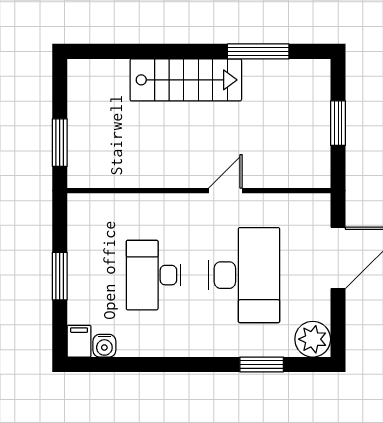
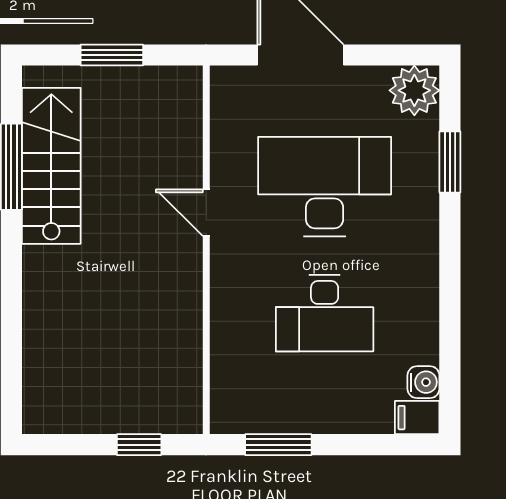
stairs: (186, 80) -> (51, 166), moved
window: (60, 143) -> (139, 445), width x0.67
window: (60, 276) -> (278, 445), moved

